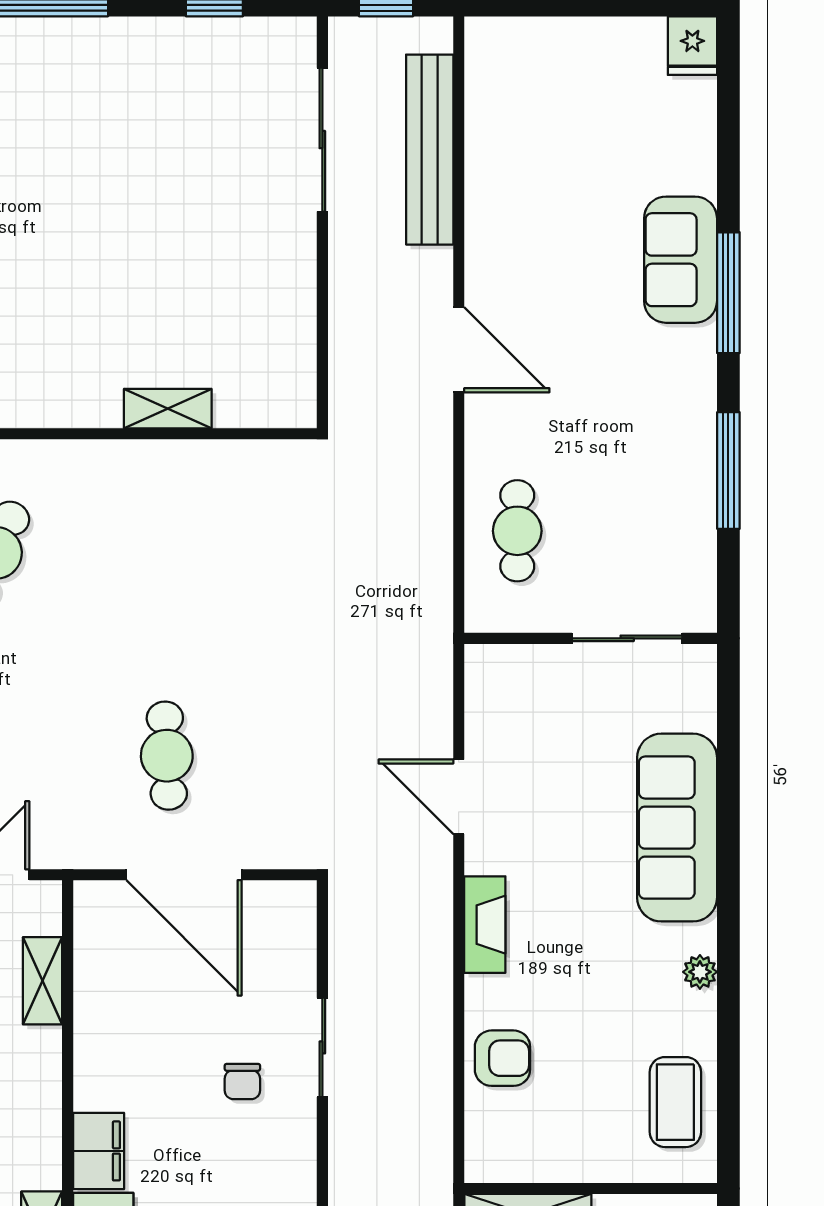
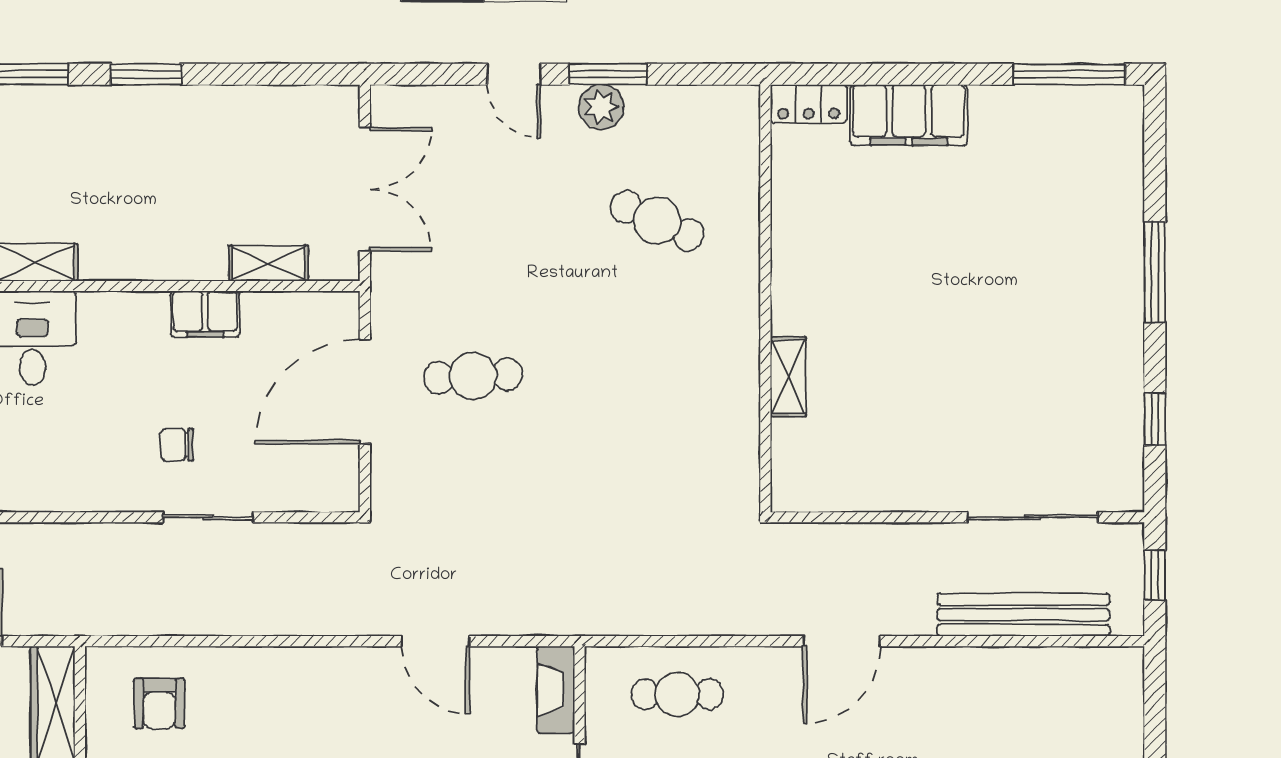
door: (459, 797) -> (436, 641), swing flipped
fireplace: (485, 925) -> (556, 690), moved, turned 90
armchair: (502, 1058) -> (159, 703), moved
filing cabinet: (99, 1151) -> (205, 314), moved

